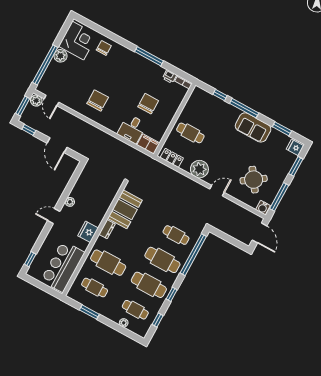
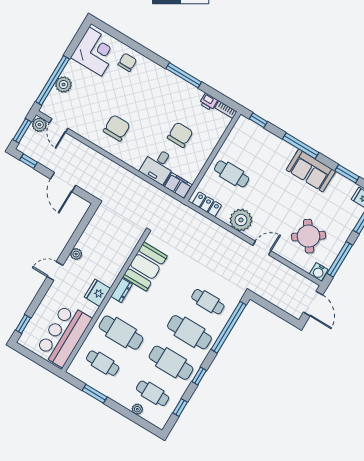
plant: (60, 56) -> (63, 84), moved
window: (220, 95) -> (258, 120), moved

